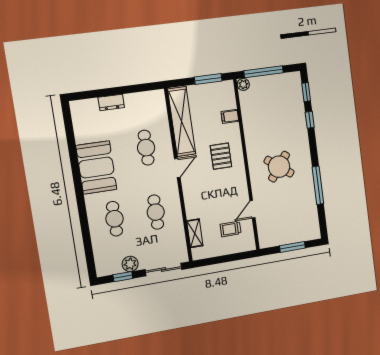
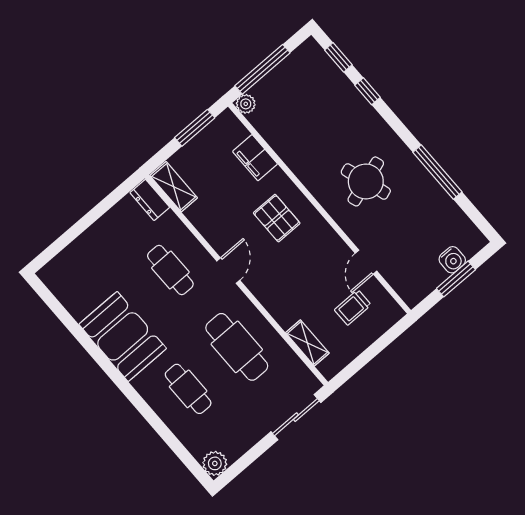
dresser: (111, 102) -> (150, 200), moved, turned 90
filing cabinet: (230, 116) -> (255, 158), width x2.00
shelving: (182, 122) -> (174, 187), width x0.45, depth x0.75
round table: (279, 167) -> (366, 181), turned 35
cafe table: (156, 212) -> (237, 347), width x1.37, depth x1.35
water cooler: (297, 236) -> (452, 260), added
plant: (130, 264) -> (215, 463), moved
window: (123, 277) -> (247, 459), removed

